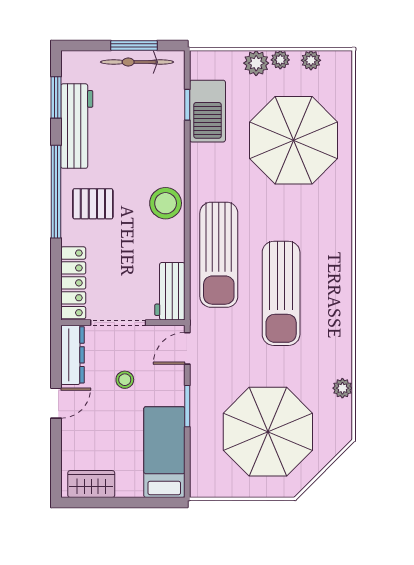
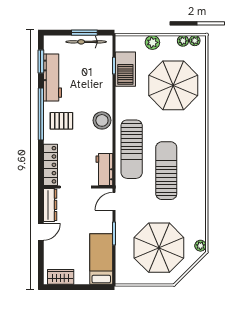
plant: (280, 60) -> (195, 41), moved
sun lounger: (281, 293) -> (166, 171), turned 180
stool: (125, 380) -> (79, 219), removed
plant: (342, 388) -> (200, 246), moved

